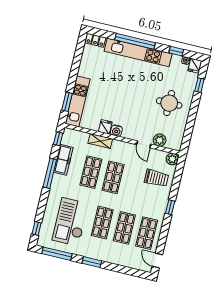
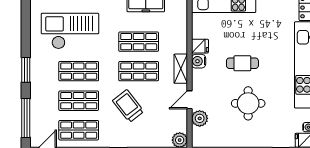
cafe table: (126, 98) -> (242, 63), added
round table: (169, 103) -> (248, 103), moved
shelving: (100, 141) -> (181, 69), moved
trolley: (156, 178) -> (128, 106), moved, turned 142
window: (57, 254) -> (26, 118), moved

